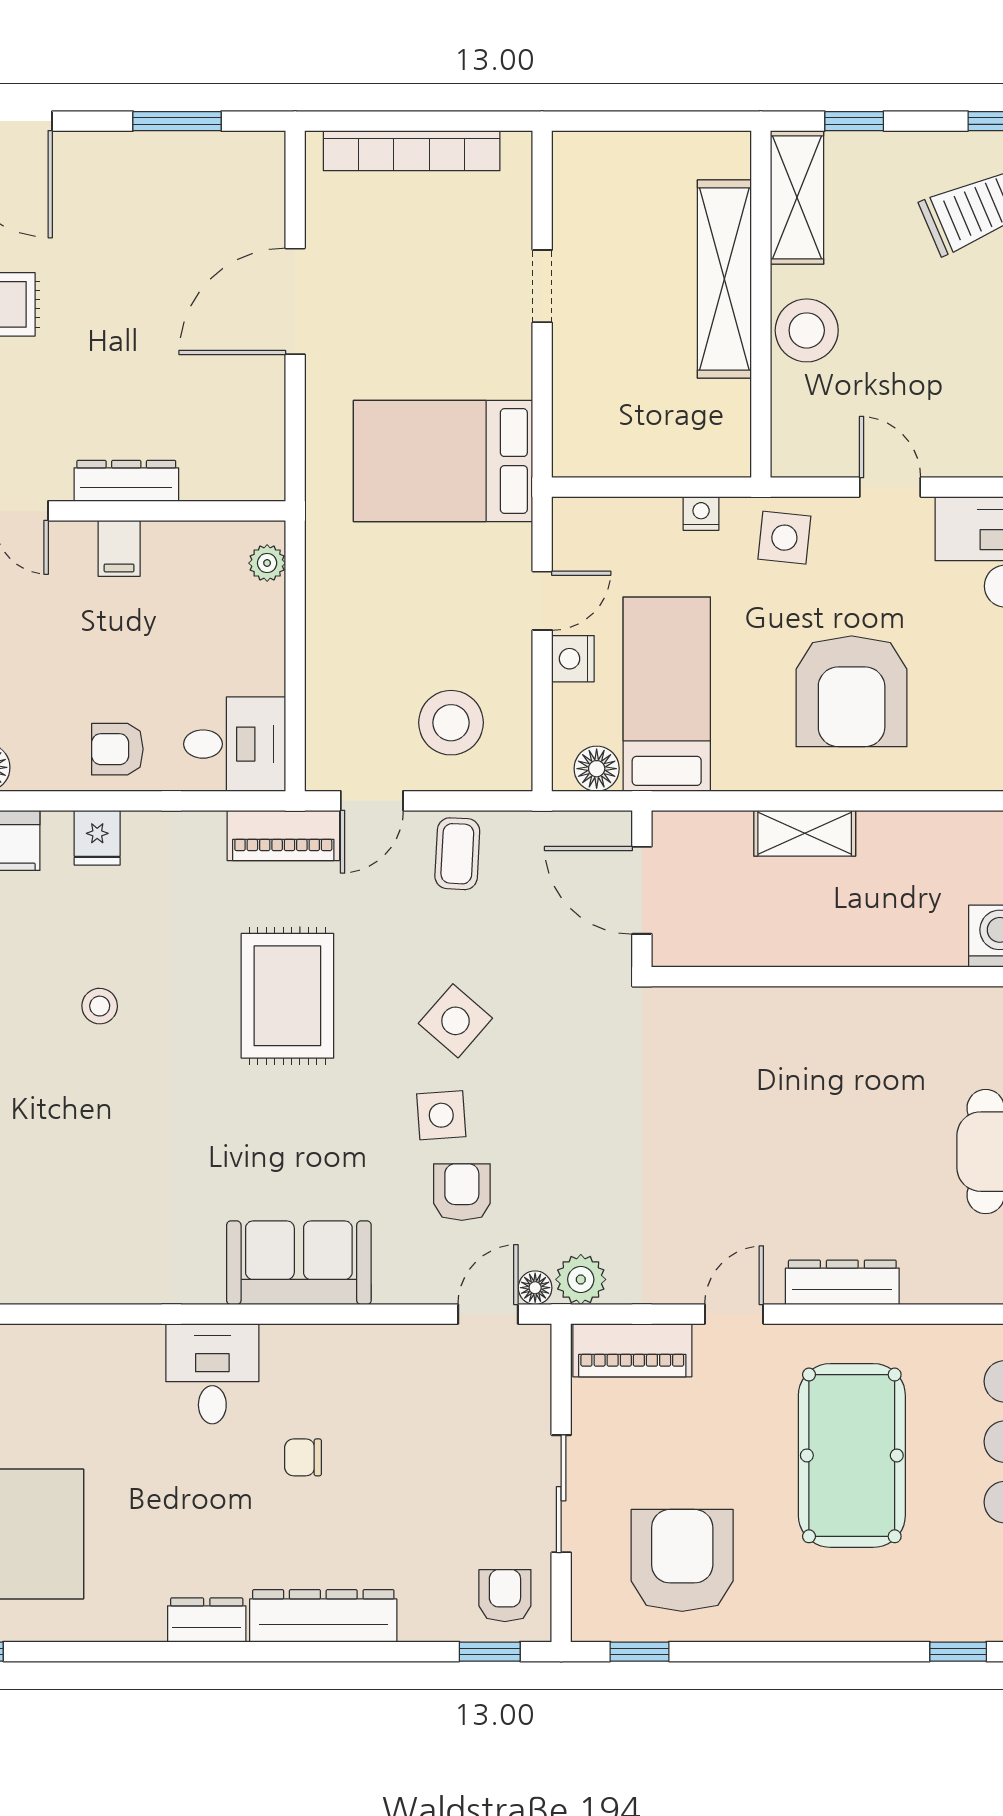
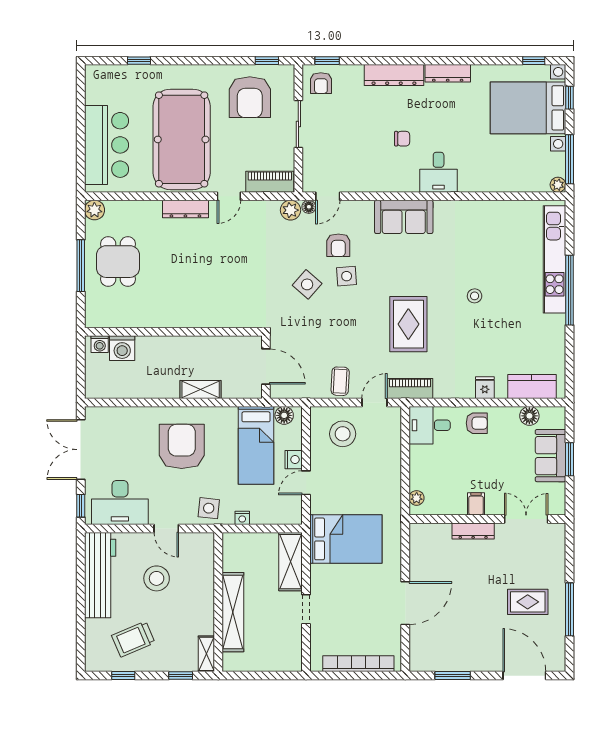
shelving: (797, 197) -> (206, 654), width x0.67, depth x0.75
stool: (807, 330) -> (157, 578), moved
shelving: (581, 405) -> (290, 562), added
stool: (100, 1006) -> (475, 296), moved
side table: (455, 1021) -> (307, 284), moved
pool table: (852, 1455) -> (182, 139), width x1.36, depth x1.32
dresser: (207, 1620) -> (448, 73), width x1.44

